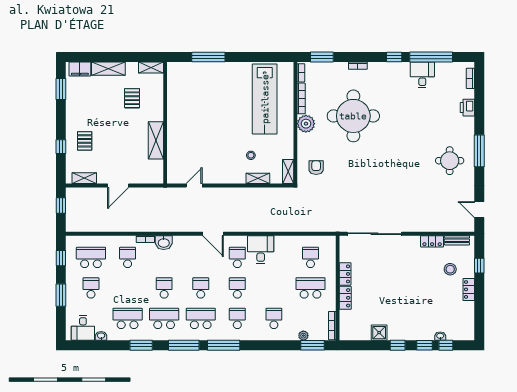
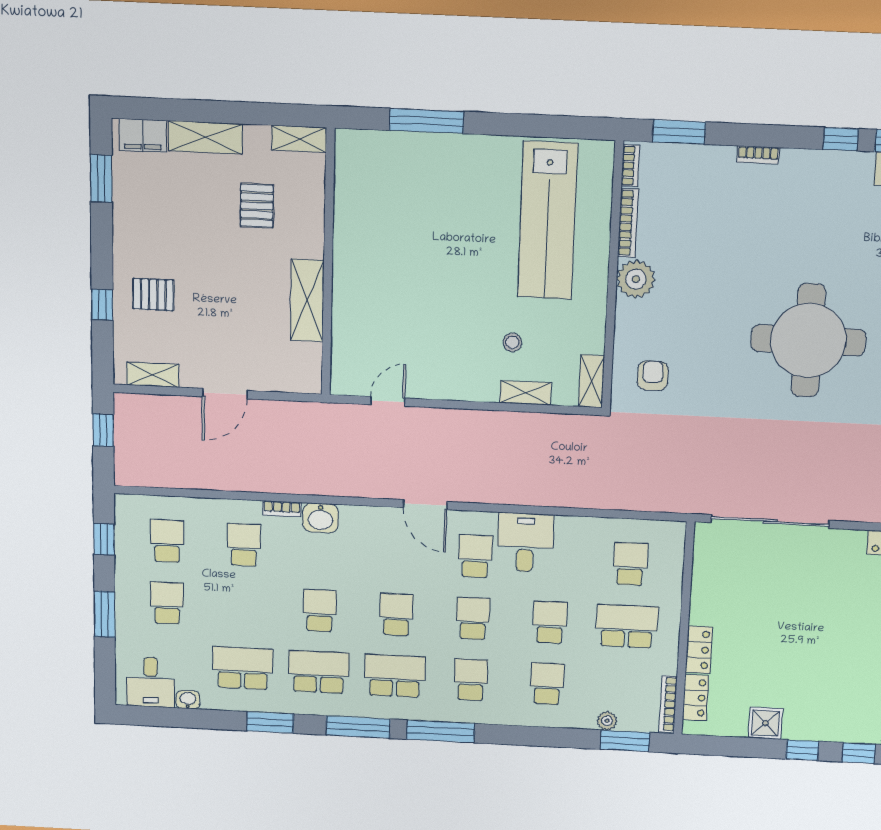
round table: (353, 116) -> (808, 340), moved
pallet: (85, 141) -> (153, 295), turned 90
school desk: (91, 257) -> (167, 541), width x0.54
locker: (345, 274) -> (696, 698), moved
school desk: (274, 288) -> (550, 622), added

